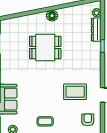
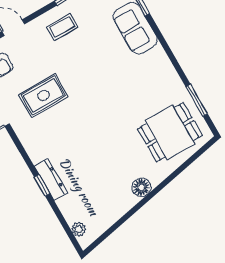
dresser: (96, 30) -> (51, 180), moved
dining table: (45, 47) -> (170, 132), moved

